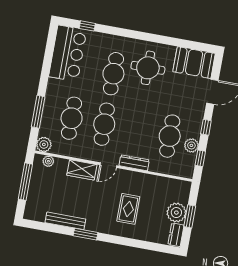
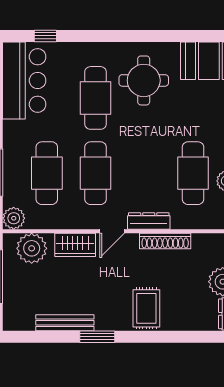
plant: (48, 161) -> (32, 248), width x1.88, depth x1.88
shoe rack: (143, 178) -> (165, 241), added
rug: (128, 209) -> (146, 308), moved

